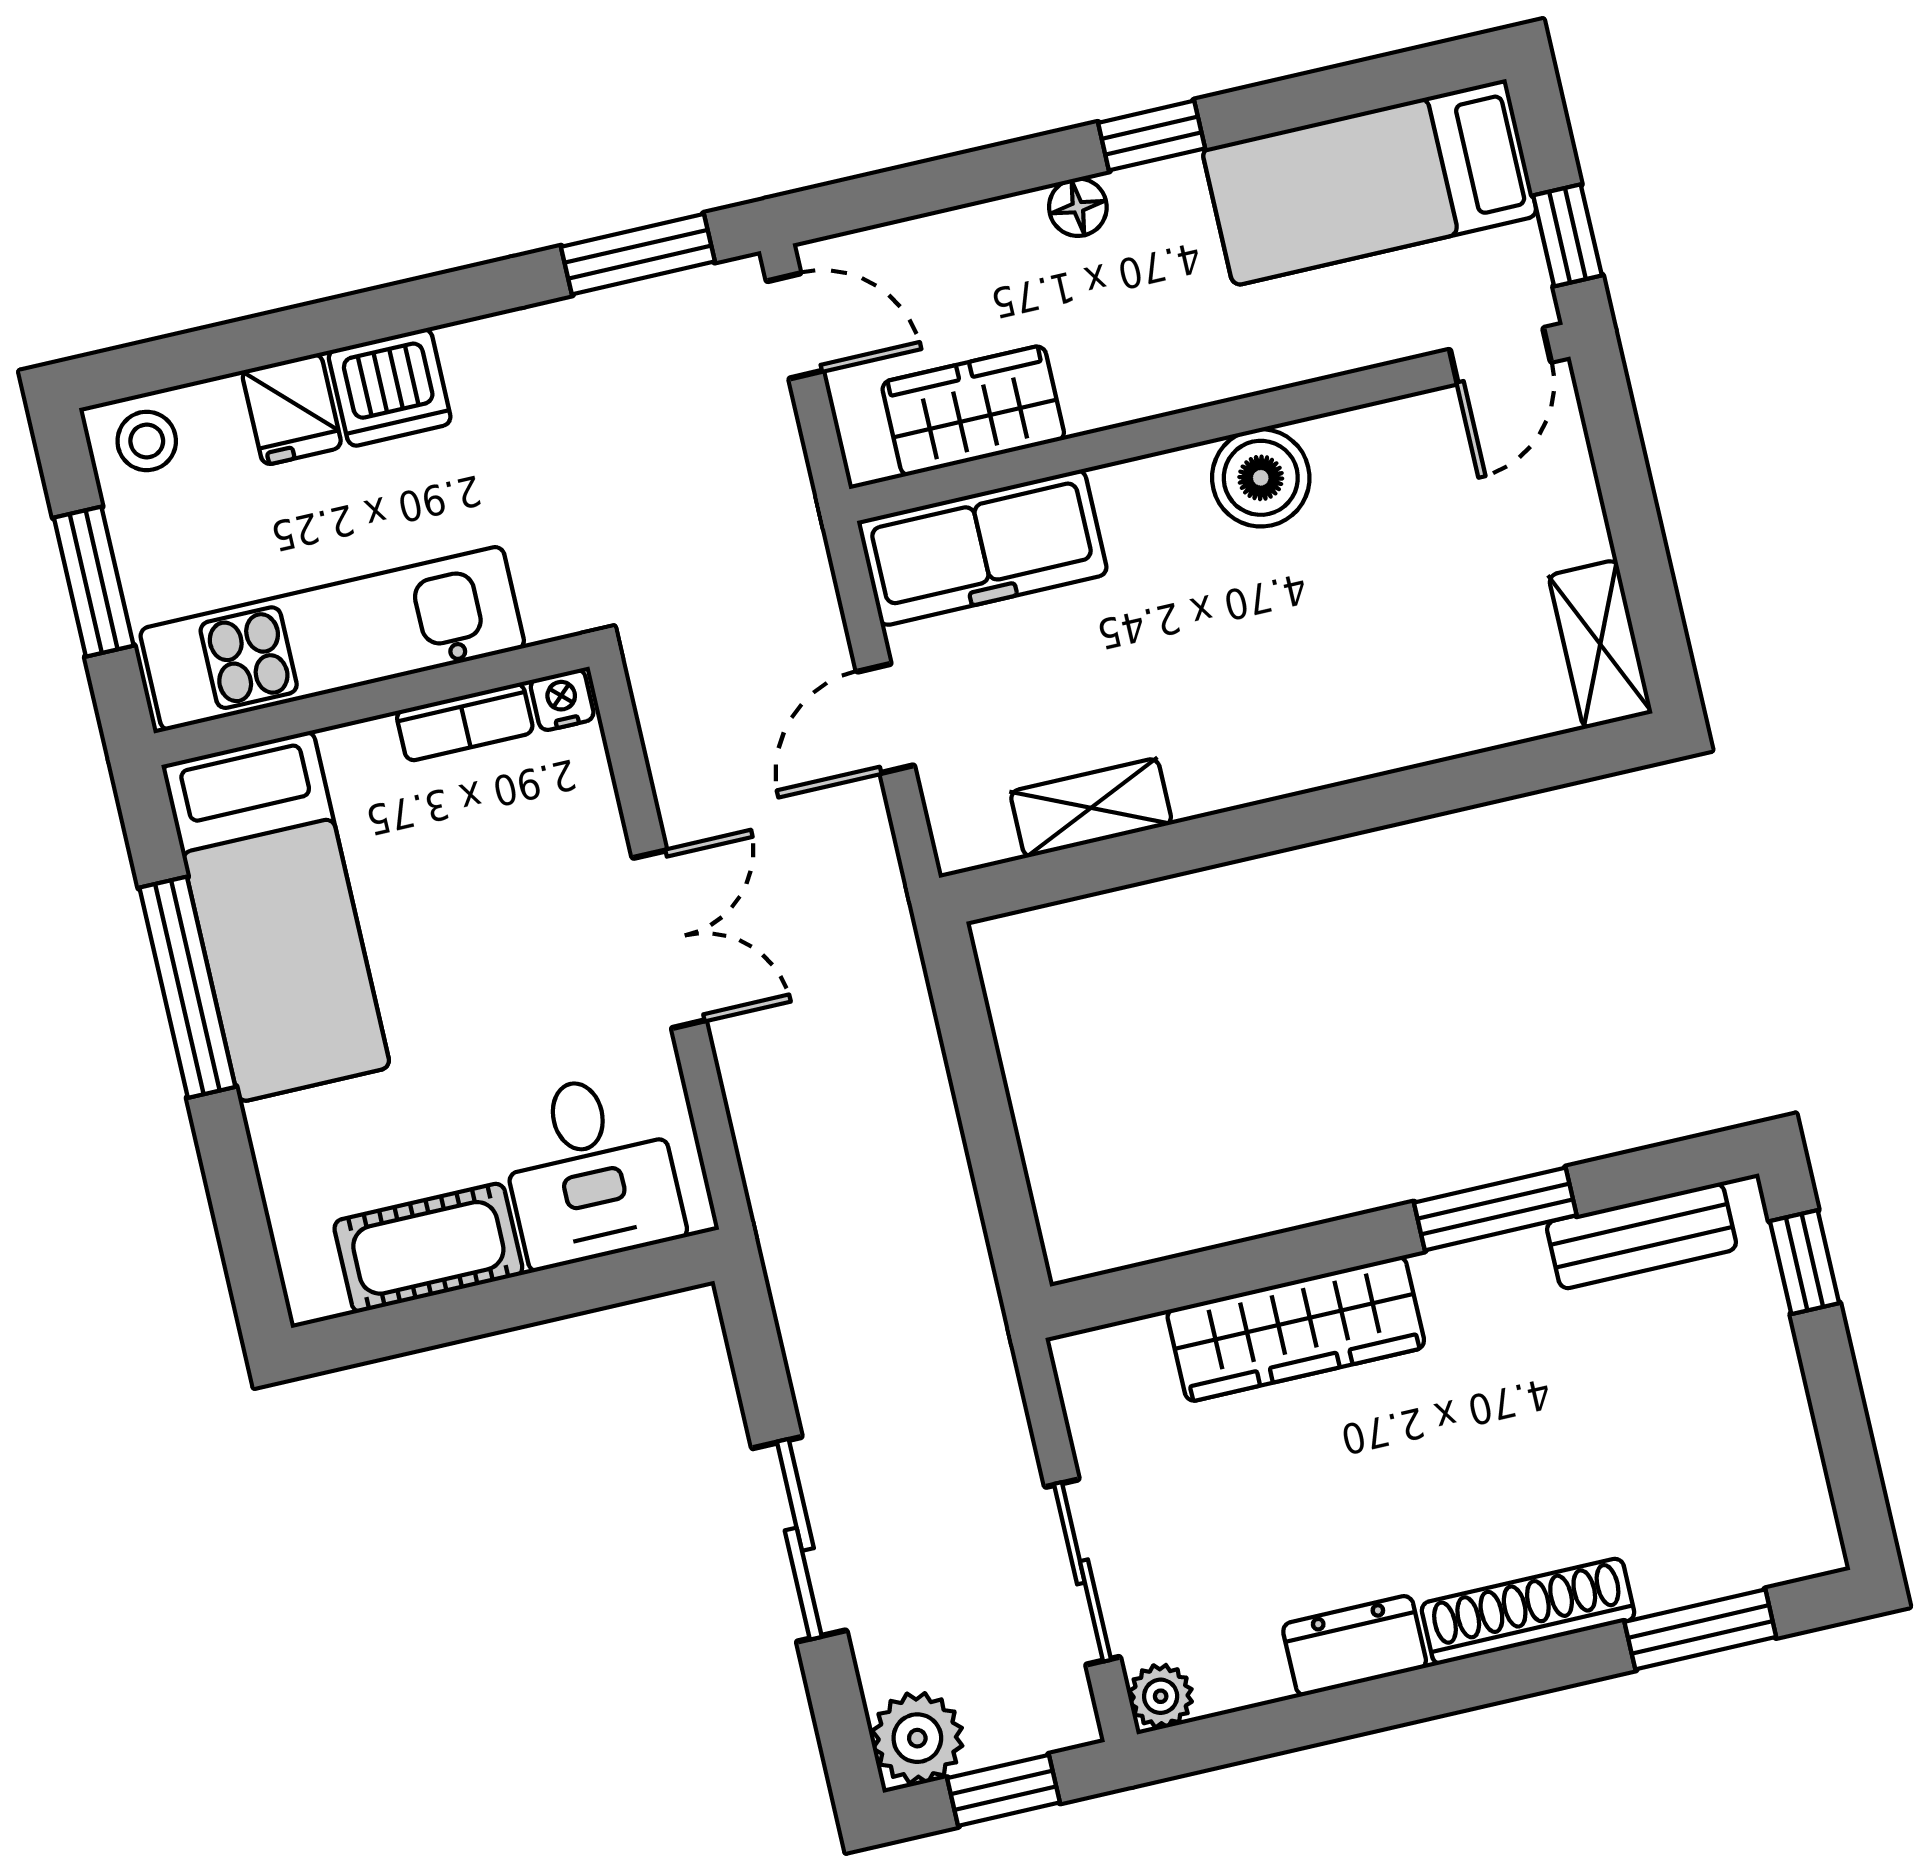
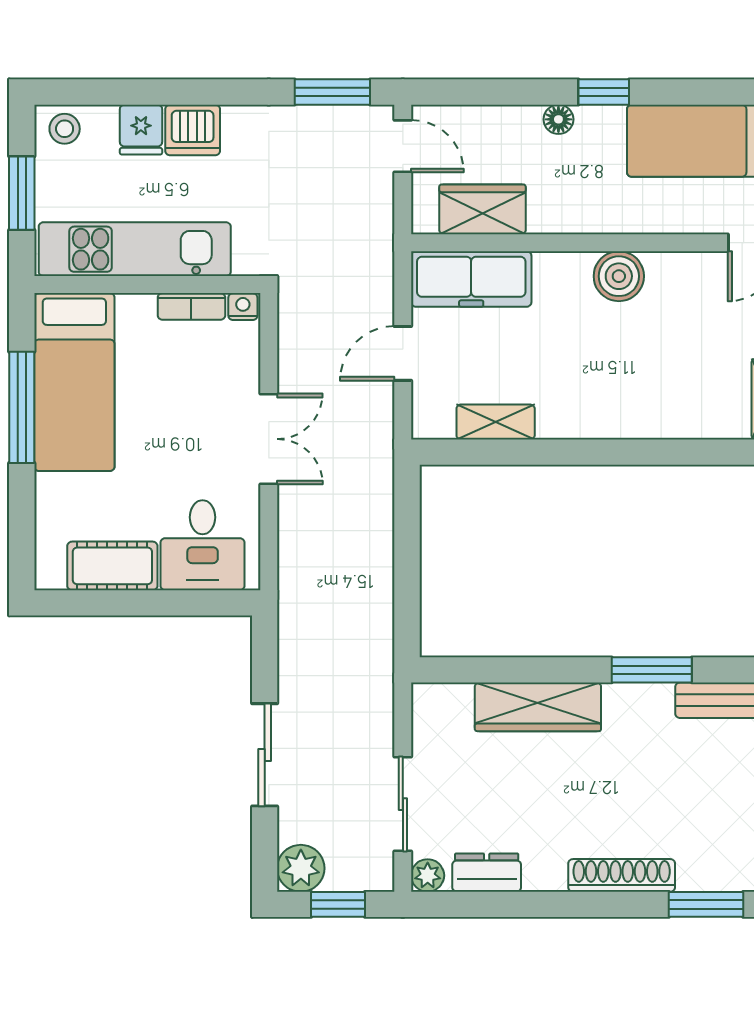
dresser: (1355, 1646) -> (487, 873), moved

